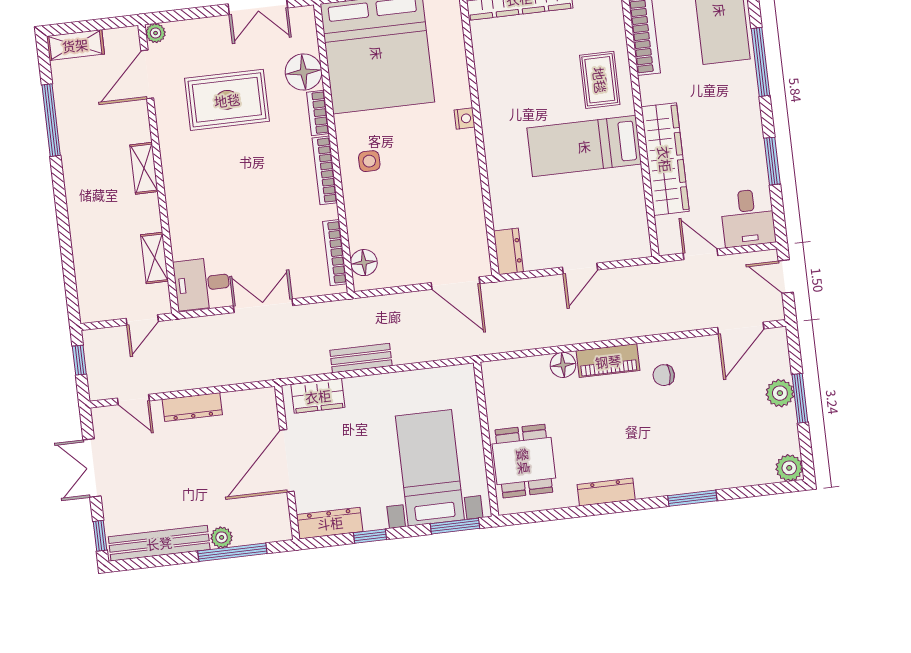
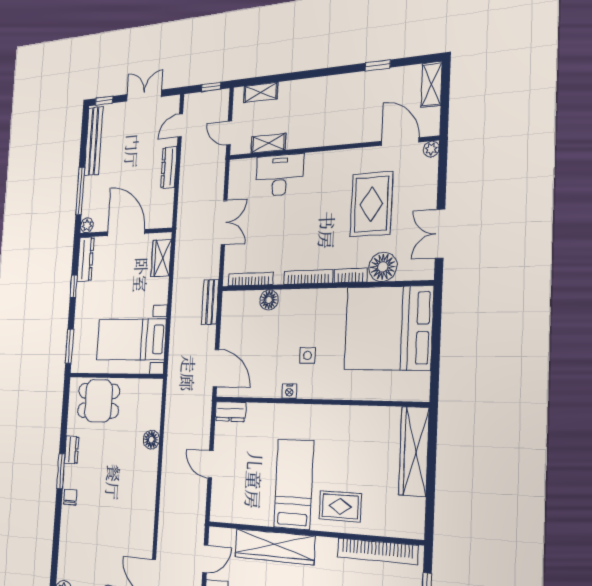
nightstand: (465, 119) -> (289, 391), moved
window: (51, 120) -> (378, 65), width x0.46
side table: (369, 161) -> (308, 355), moved
shelving: (144, 168) -> (261, 92), moved
floor lamp: (364, 263) -> (269, 300), moved
door: (455, 283) -> (216, 368), swing flipped
desk: (202, 284) -> (280, 175), moved, width x1.37
bench: (361, 358) -> (210, 302), moved
piano: (608, 361) -> (149, 473), removed
chair: (664, 375) -> (70, 497), moved
bed with nightstands: (430, 468) -> (131, 339), moved, turned 180
dresser: (606, 492) -> (72, 450), width x0.70
window: (692, 498) -> (61, 471), moved
plant: (222, 537) -> (87, 225), moved

